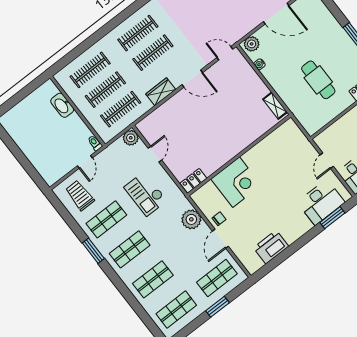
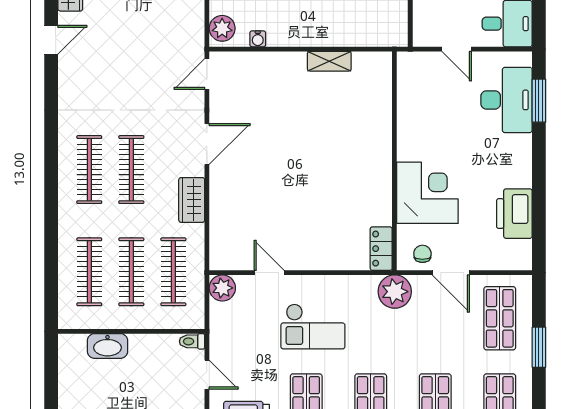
wall: (239, 155) -> (394, 161), moved
locker: (193, 181) -> (381, 249), moved
corner desk: (236, 182) -> (427, 193), moved

